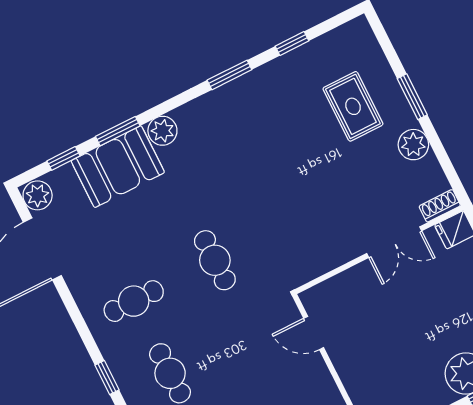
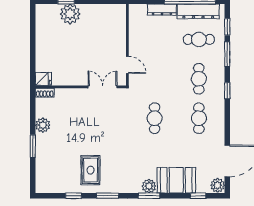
rug: (353, 106) -> (91, 170), moved
window: (118, 131) -> (149, 196), moved
double door: (394, 242) -> (103, 87), moved
cafe table: (134, 301) -> (199, 118), turned 90

